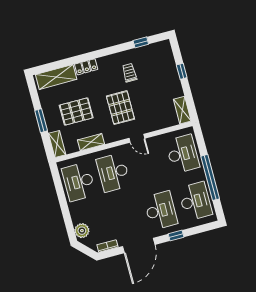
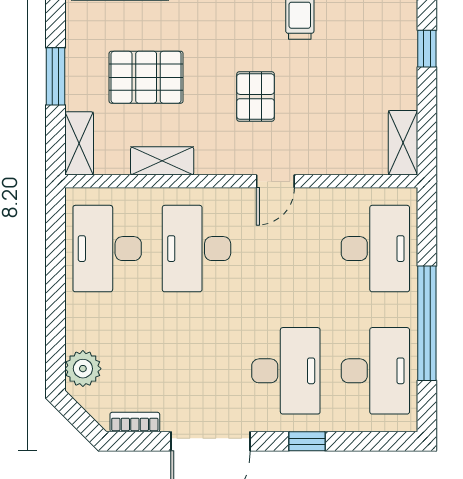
pallet: (120, 108) -> (256, 97), width x0.67, depth x0.71
door: (137, 138) -> (275, 181), hinge flipped

